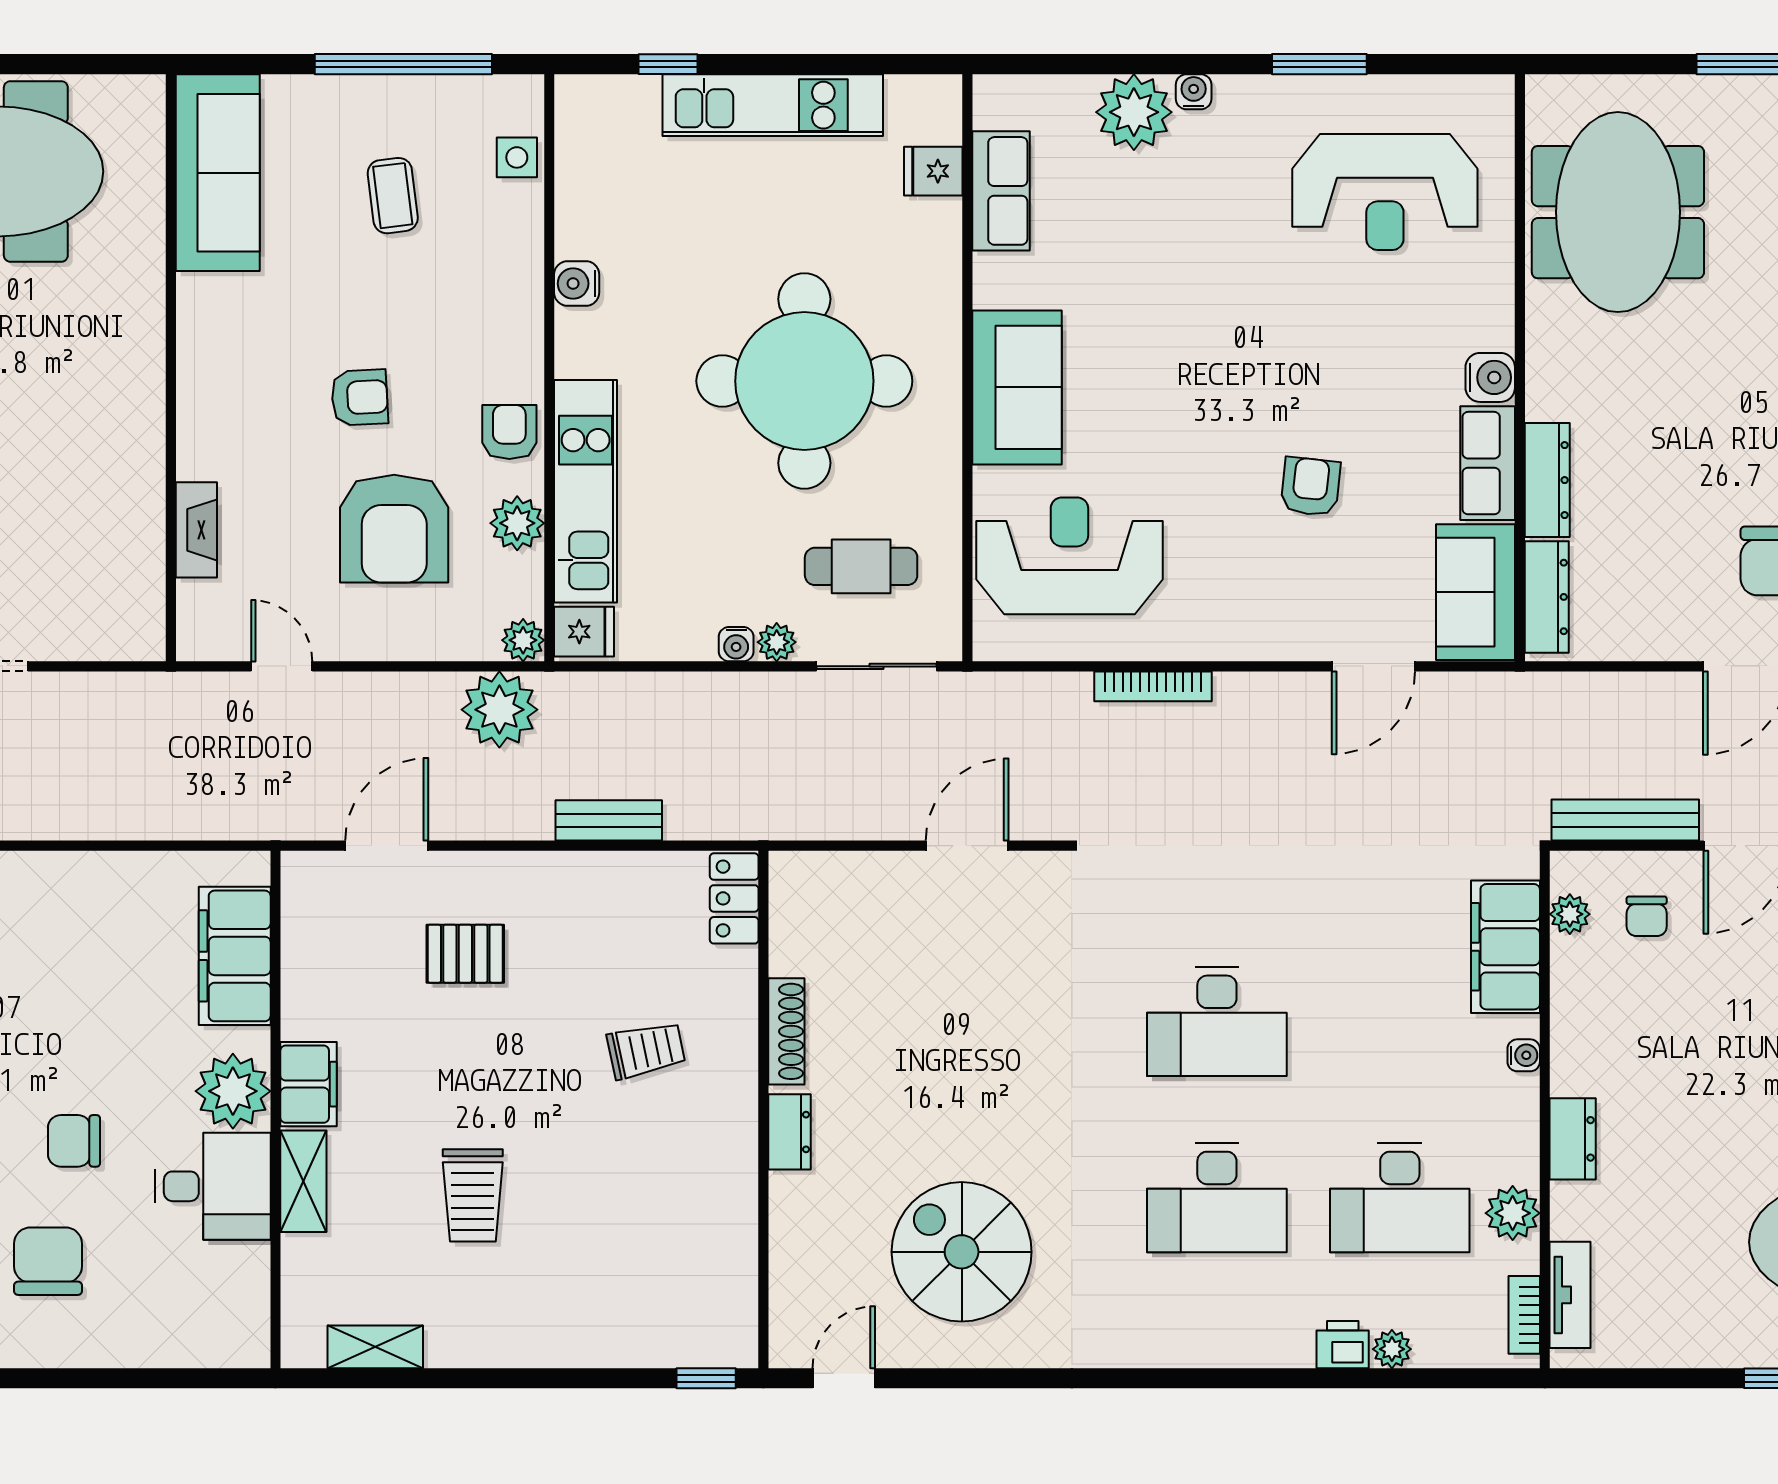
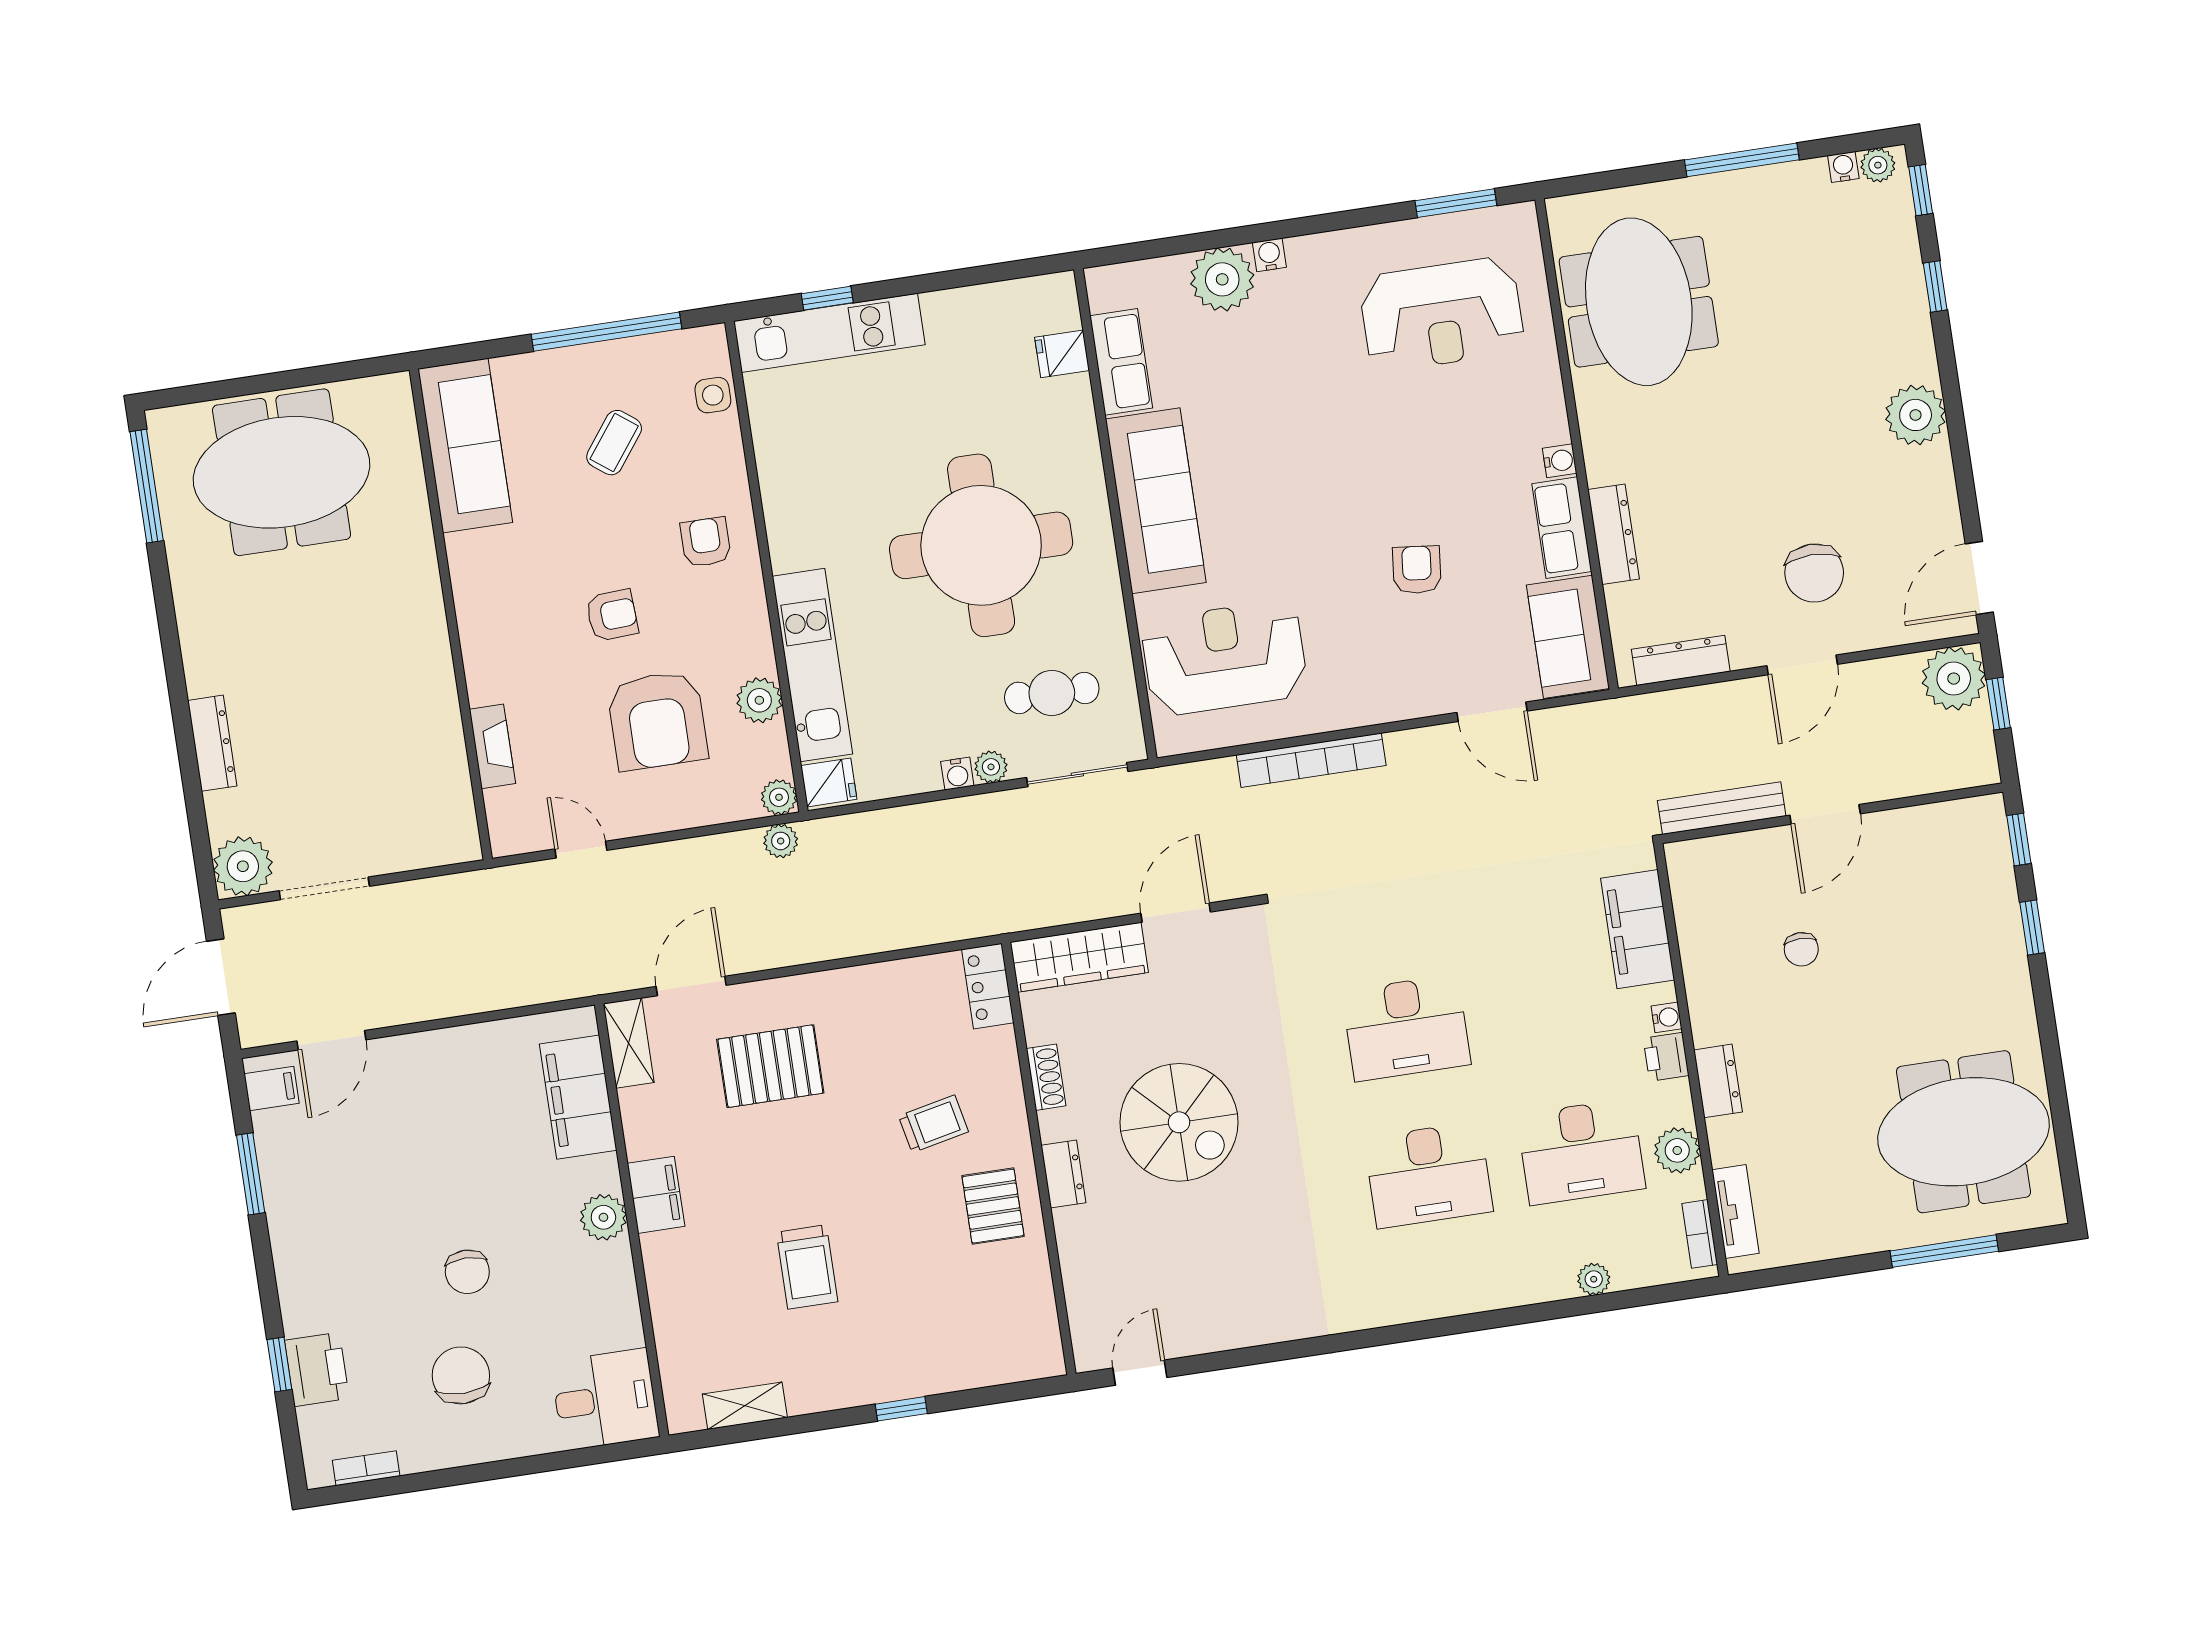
window: (1319, 64) -> (1456, 203), moved
kitchen unit: (773, 105) -> (829, 333), moved
coffee table: (393, 196) -> (614, 443), turned 44
water cooler: (577, 284) -> (779, 493), removed
water cooler: (1490, 377) -> (1560, 461), width x0.72, depth x0.72
sofa: (1017, 387) -> (1156, 501), width x1.36
armchair: (509, 432) -> (706, 542), moved
dresser: (1547, 597) -> (1681, 660), moved, turned -90
door: (1373, 666) -> (1492, 712), hinge flipped
bookcase: (1153, 686) -> (1311, 760), width x1.48, depth x1.31
plant: (499, 710) -> (781, 841), width x0.53, depth x0.53
bench: (609, 820) -> (873, 937), removed
wardrobe: (846, 881) -> (1079, 957), added
plant: (1570, 914) -> (1687, 894), removed
chair: (1647, 916) -> (1801, 949), moved
pallet: (465, 954) -> (770, 1066), width x1.50, depth x1.42
shoe rack: (786, 1031) -> (1046, 1077), width x0.70
plant: (233, 1091) -> (603, 1217), width x0.73, depth x0.73
chair: (74, 1141) -> (467, 1272), turned -90
pallet: (701, 1157) -> (993, 1206), added
shelving: (303, 1181) -> (629, 1043), moved
desk: (213, 1186) -> (605, 1399), moved
spiral stairs: (962, 1252) -> (1179, 1122), moved, turned 180
printer: (1343, 1345) -> (1666, 1057), moved, turned -90
window: (706, 1378) -> (901, 1409), moved

